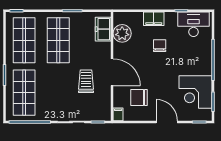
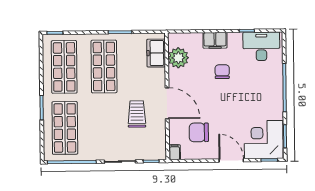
corner desk: (195, 92) -> (264, 140), moved, turned 90

